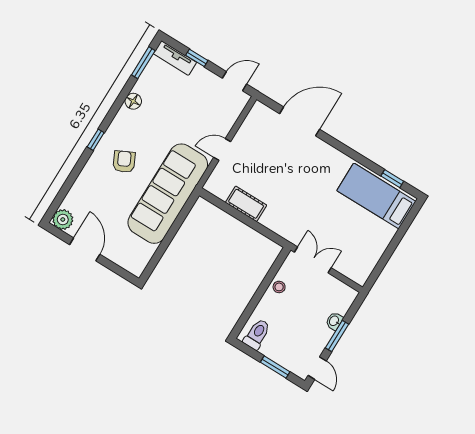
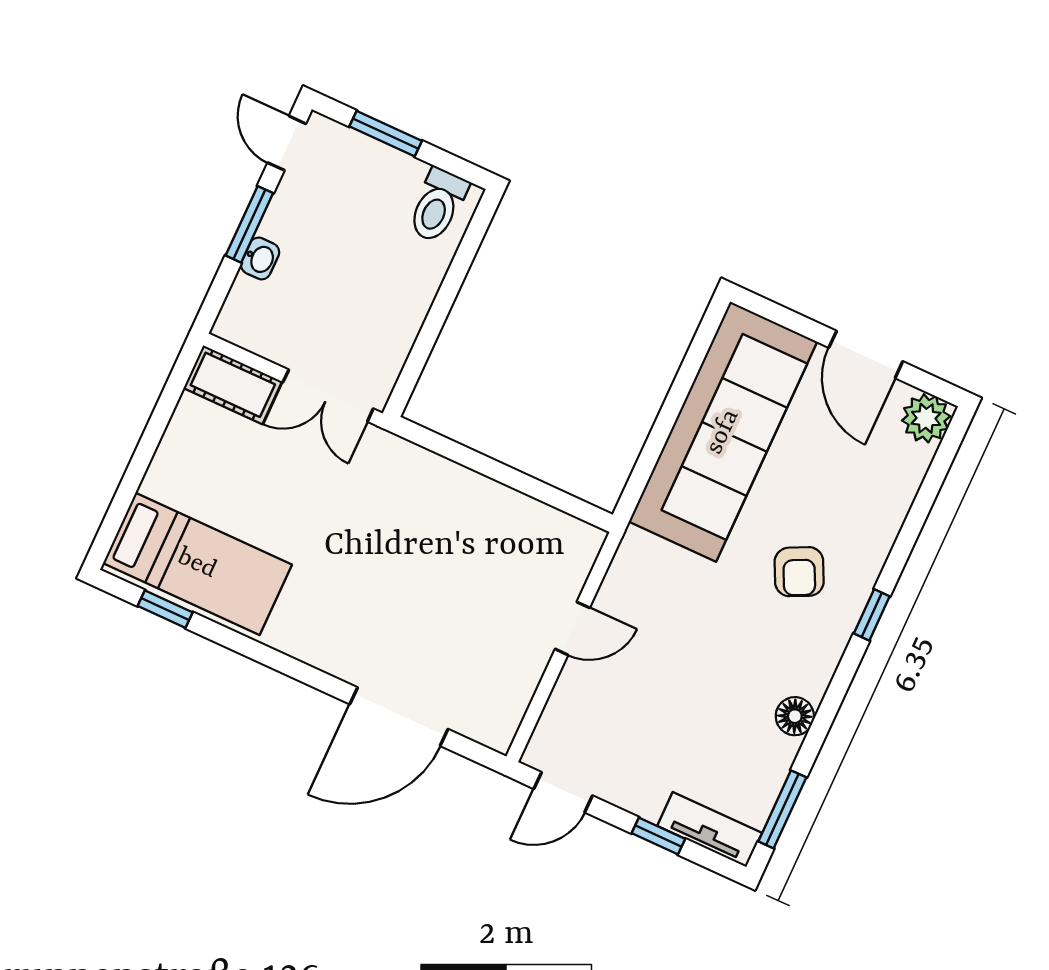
sofa: (168, 194) -> (723, 432), moved
cot: (246, 204) -> (233, 385), moved
stool: (279, 287) -> (399, 322), removed

